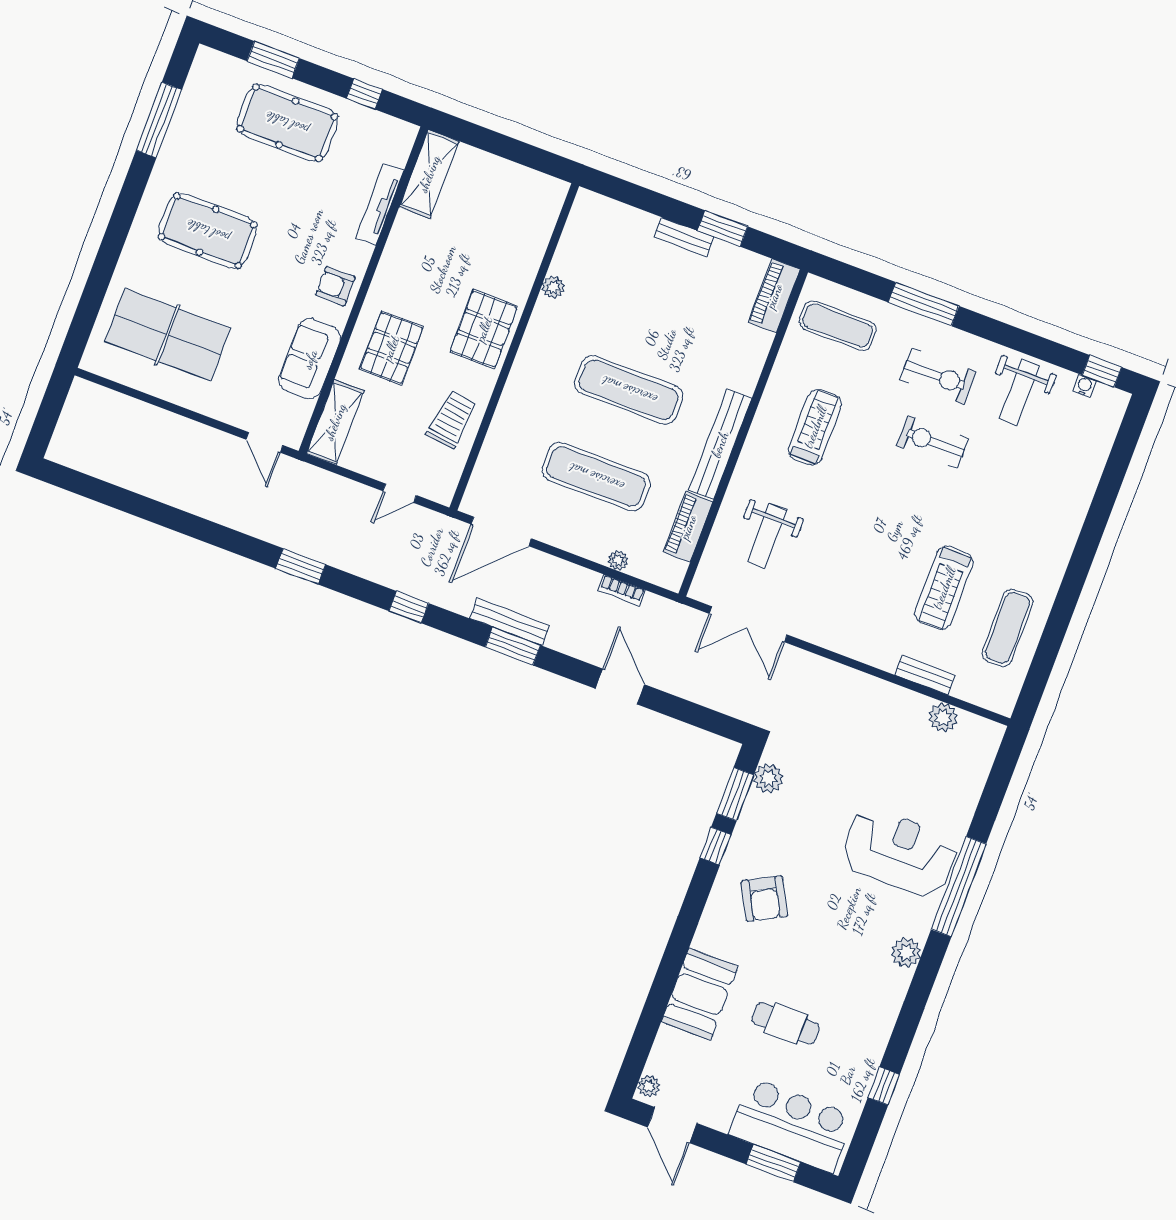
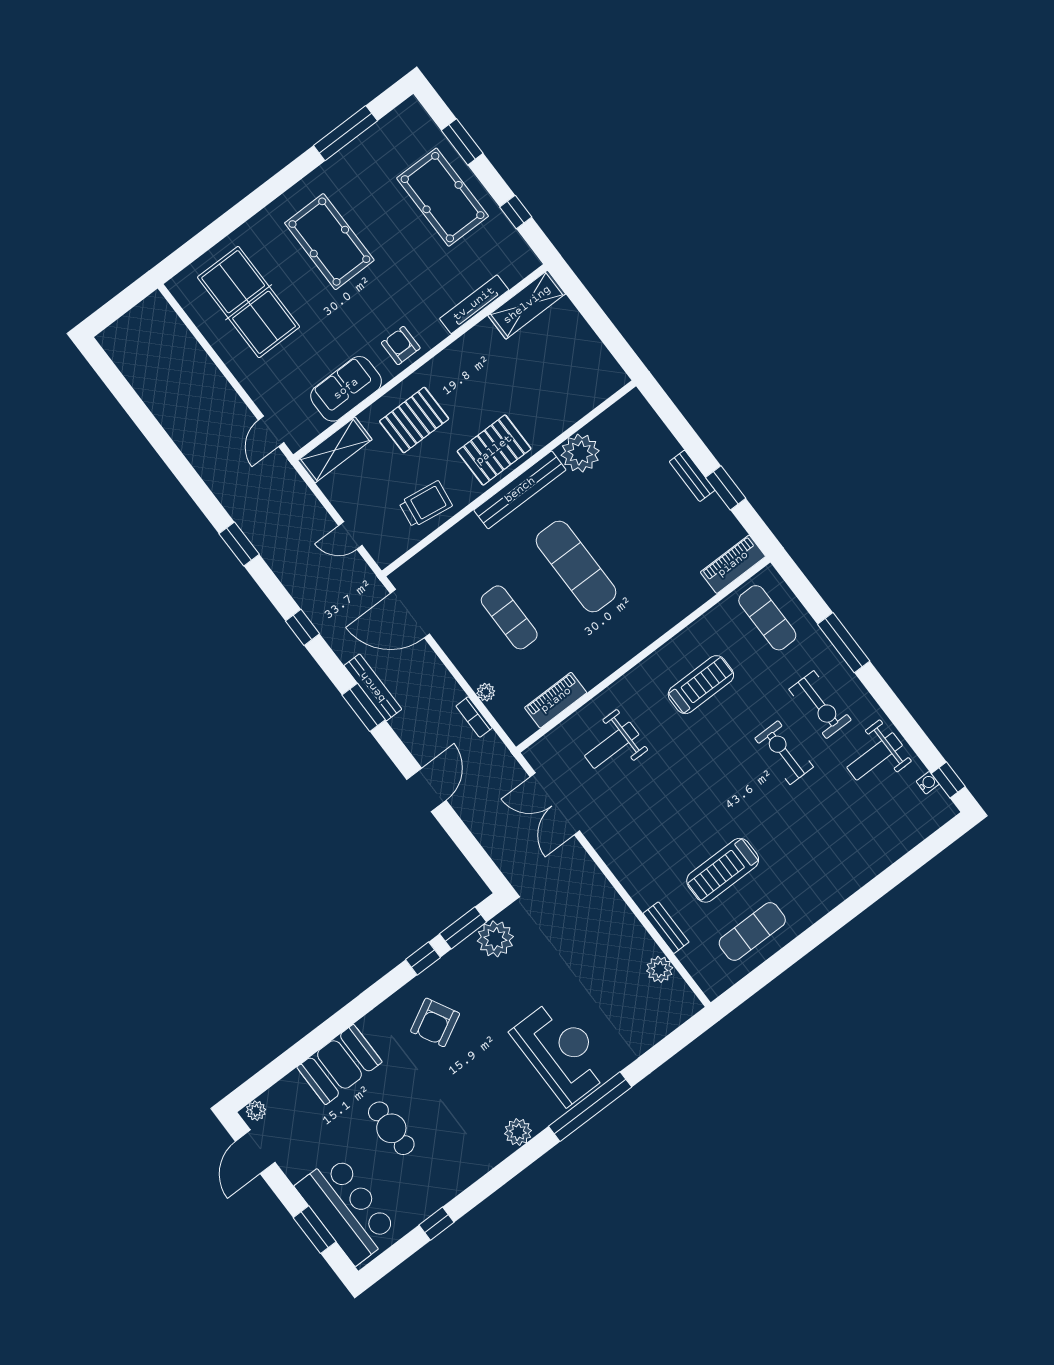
plant: (553, 287) -> (580, 453), width x1.88, depth x1.88
bench: (720, 444) -> (520, 490), moved
exercise mat: (596, 477) -> (509, 617), width x0.73, depth x0.69
plant: (768, 778) -> (495, 939), width x1.36, depth x1.36

